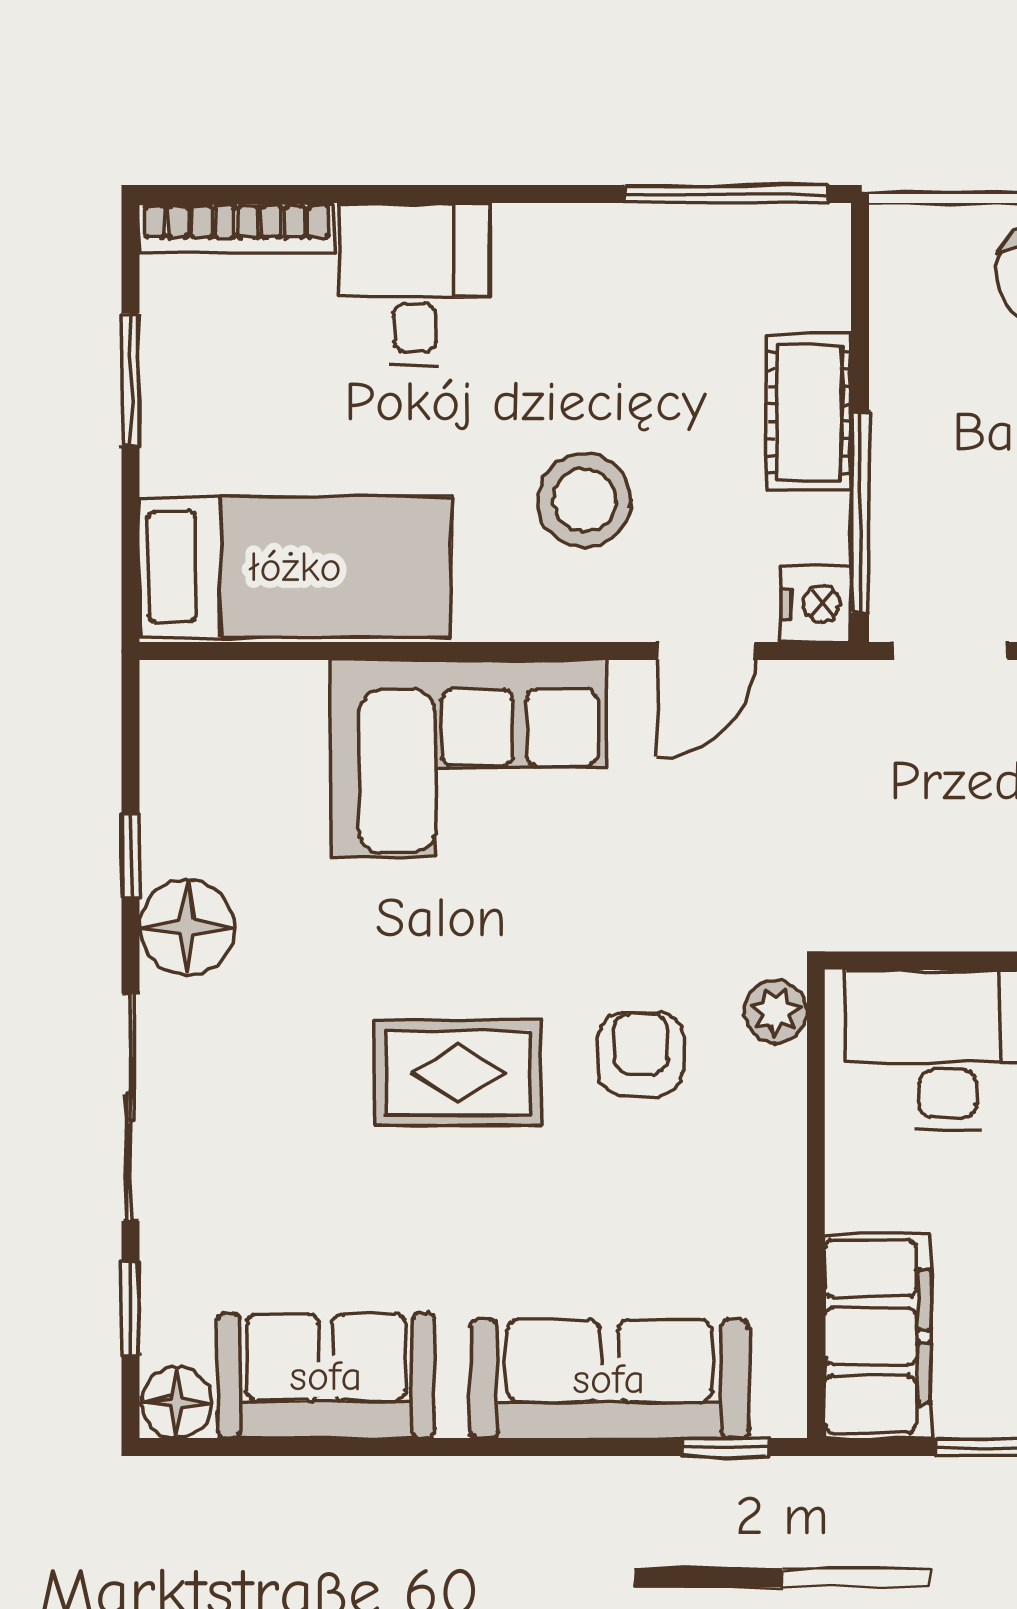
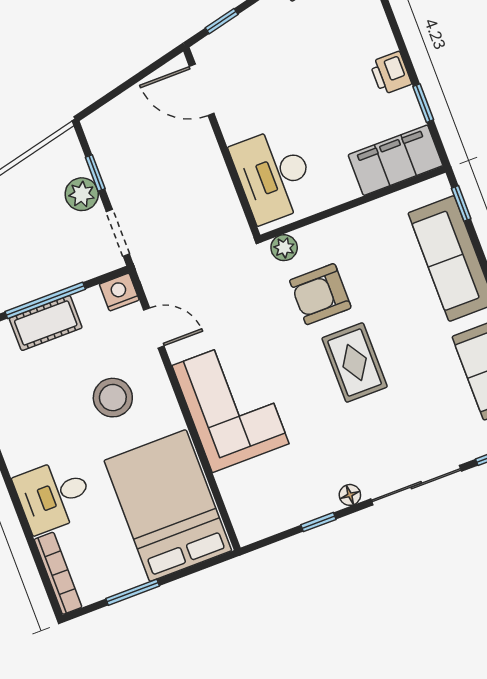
window: (860, 512) -> (45, 300), moved
bed: (295, 567) -> (168, 506), width x1.50
floor lamp: (187, 927) -> (350, 495), width x0.53, depth x0.53
armchair: (641, 1054) -> (320, 294), width x1.38, depth x1.38

